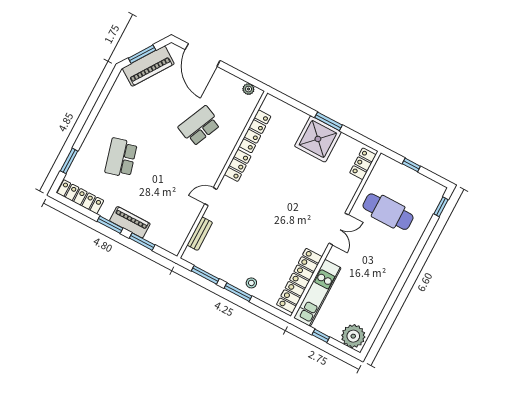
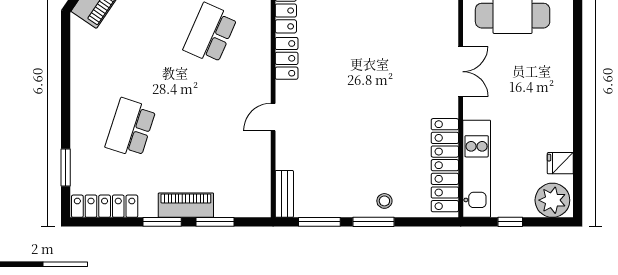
school desk: (121, 158) -> (131, 128), turned 33
bench: (200, 234) -> (284, 194), moved
fridge: (370, 316) -> (560, 163), added

